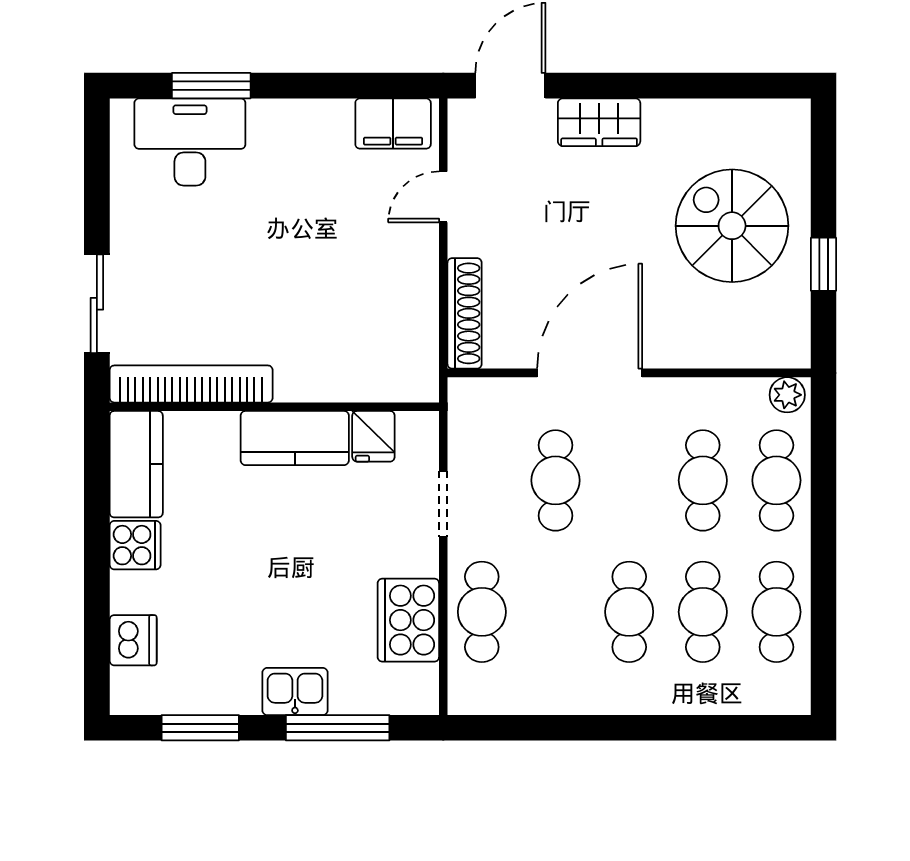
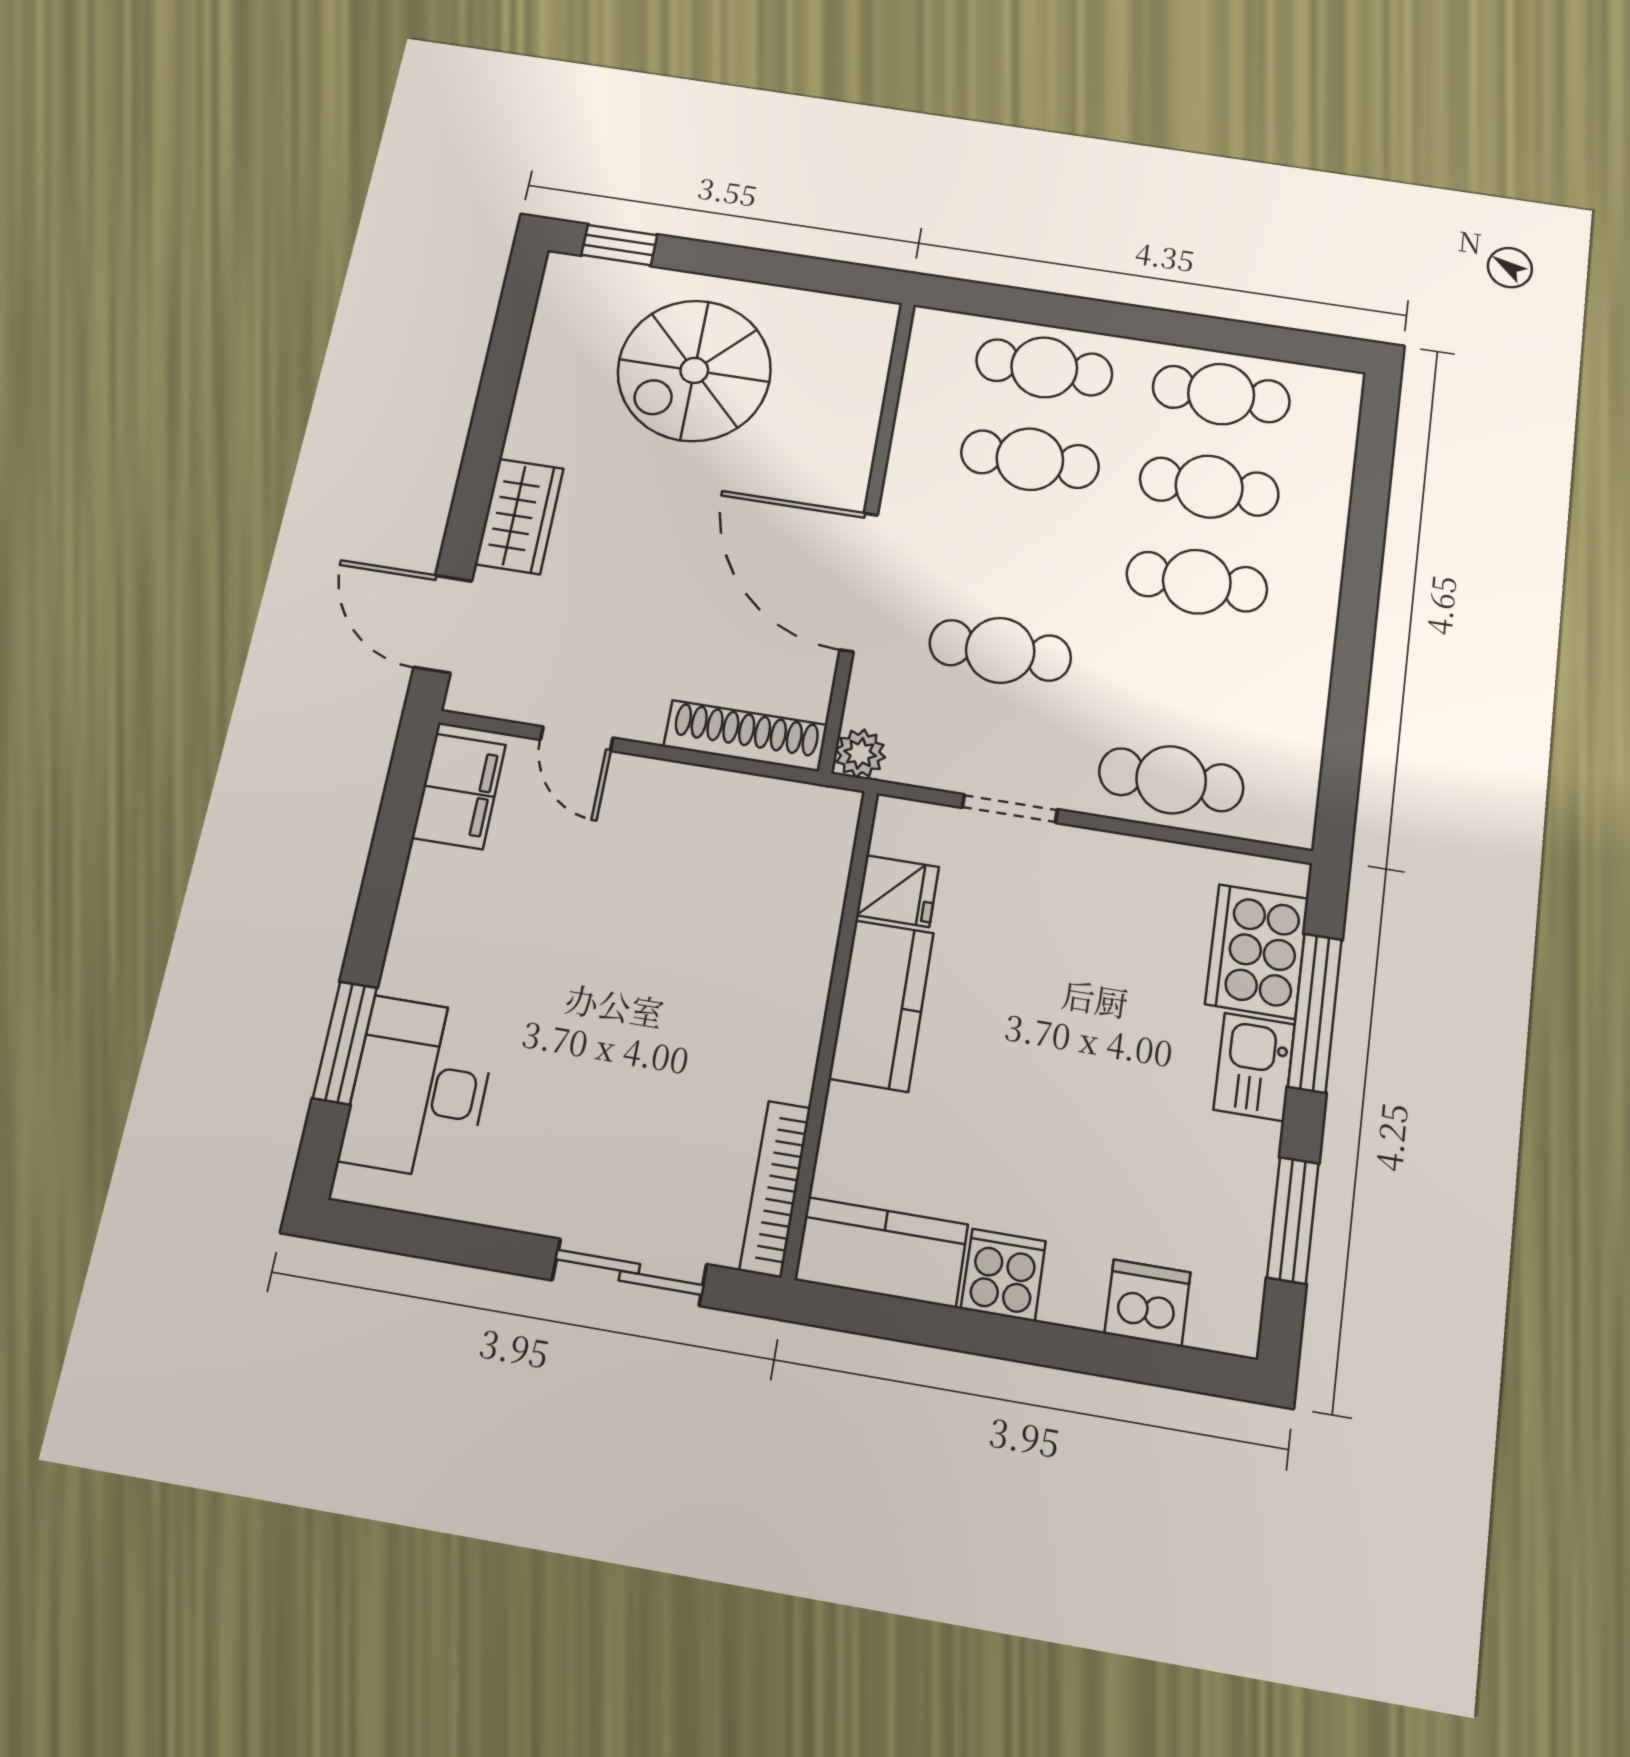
window: (823, 264) -> (619, 245), moved
bookcase: (191, 384) -> (775, 1189), width x0.68, depth x0.76
plant: (787, 395) -> (860, 753), moved
cooker: (408, 620) -> (1257, 951), moved, turned 90

